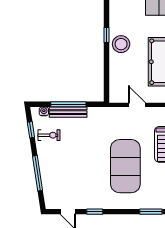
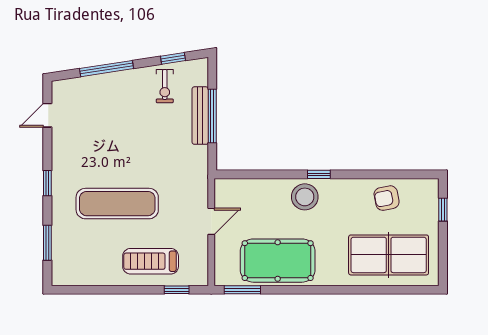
water cooler: (44, 111) -> (201, 78), removed
exercise mat: (125, 166) -> (117, 204), width x0.68
window: (95, 212) -> (47, 183), moved

